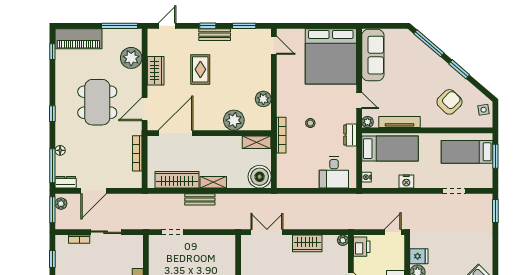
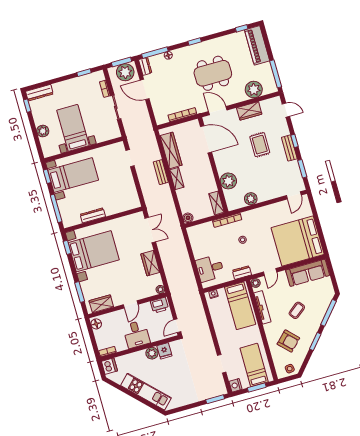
rug: (200, 69) -> (260, 145), turned 90
coffee table: (415, 81) -> (297, 310), added
boiler: (260, 177) -> (188, 218), width x0.54, depth x0.54
nightstand: (406, 181) -> (235, 385), moved
plant: (61, 204) -> (125, 72), width x1.88, depth x1.88
door: (393, 232) -> (177, 326), swing flipped

